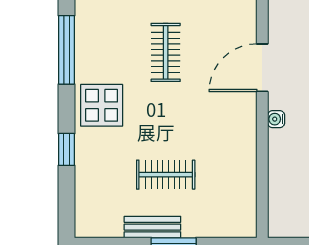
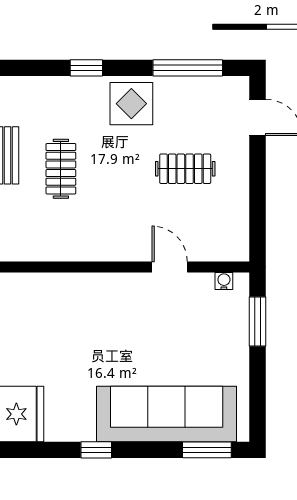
door: (262, 68) -> (170, 267), width x0.73
water cooler: (276, 119) -> (224, 281), moved

